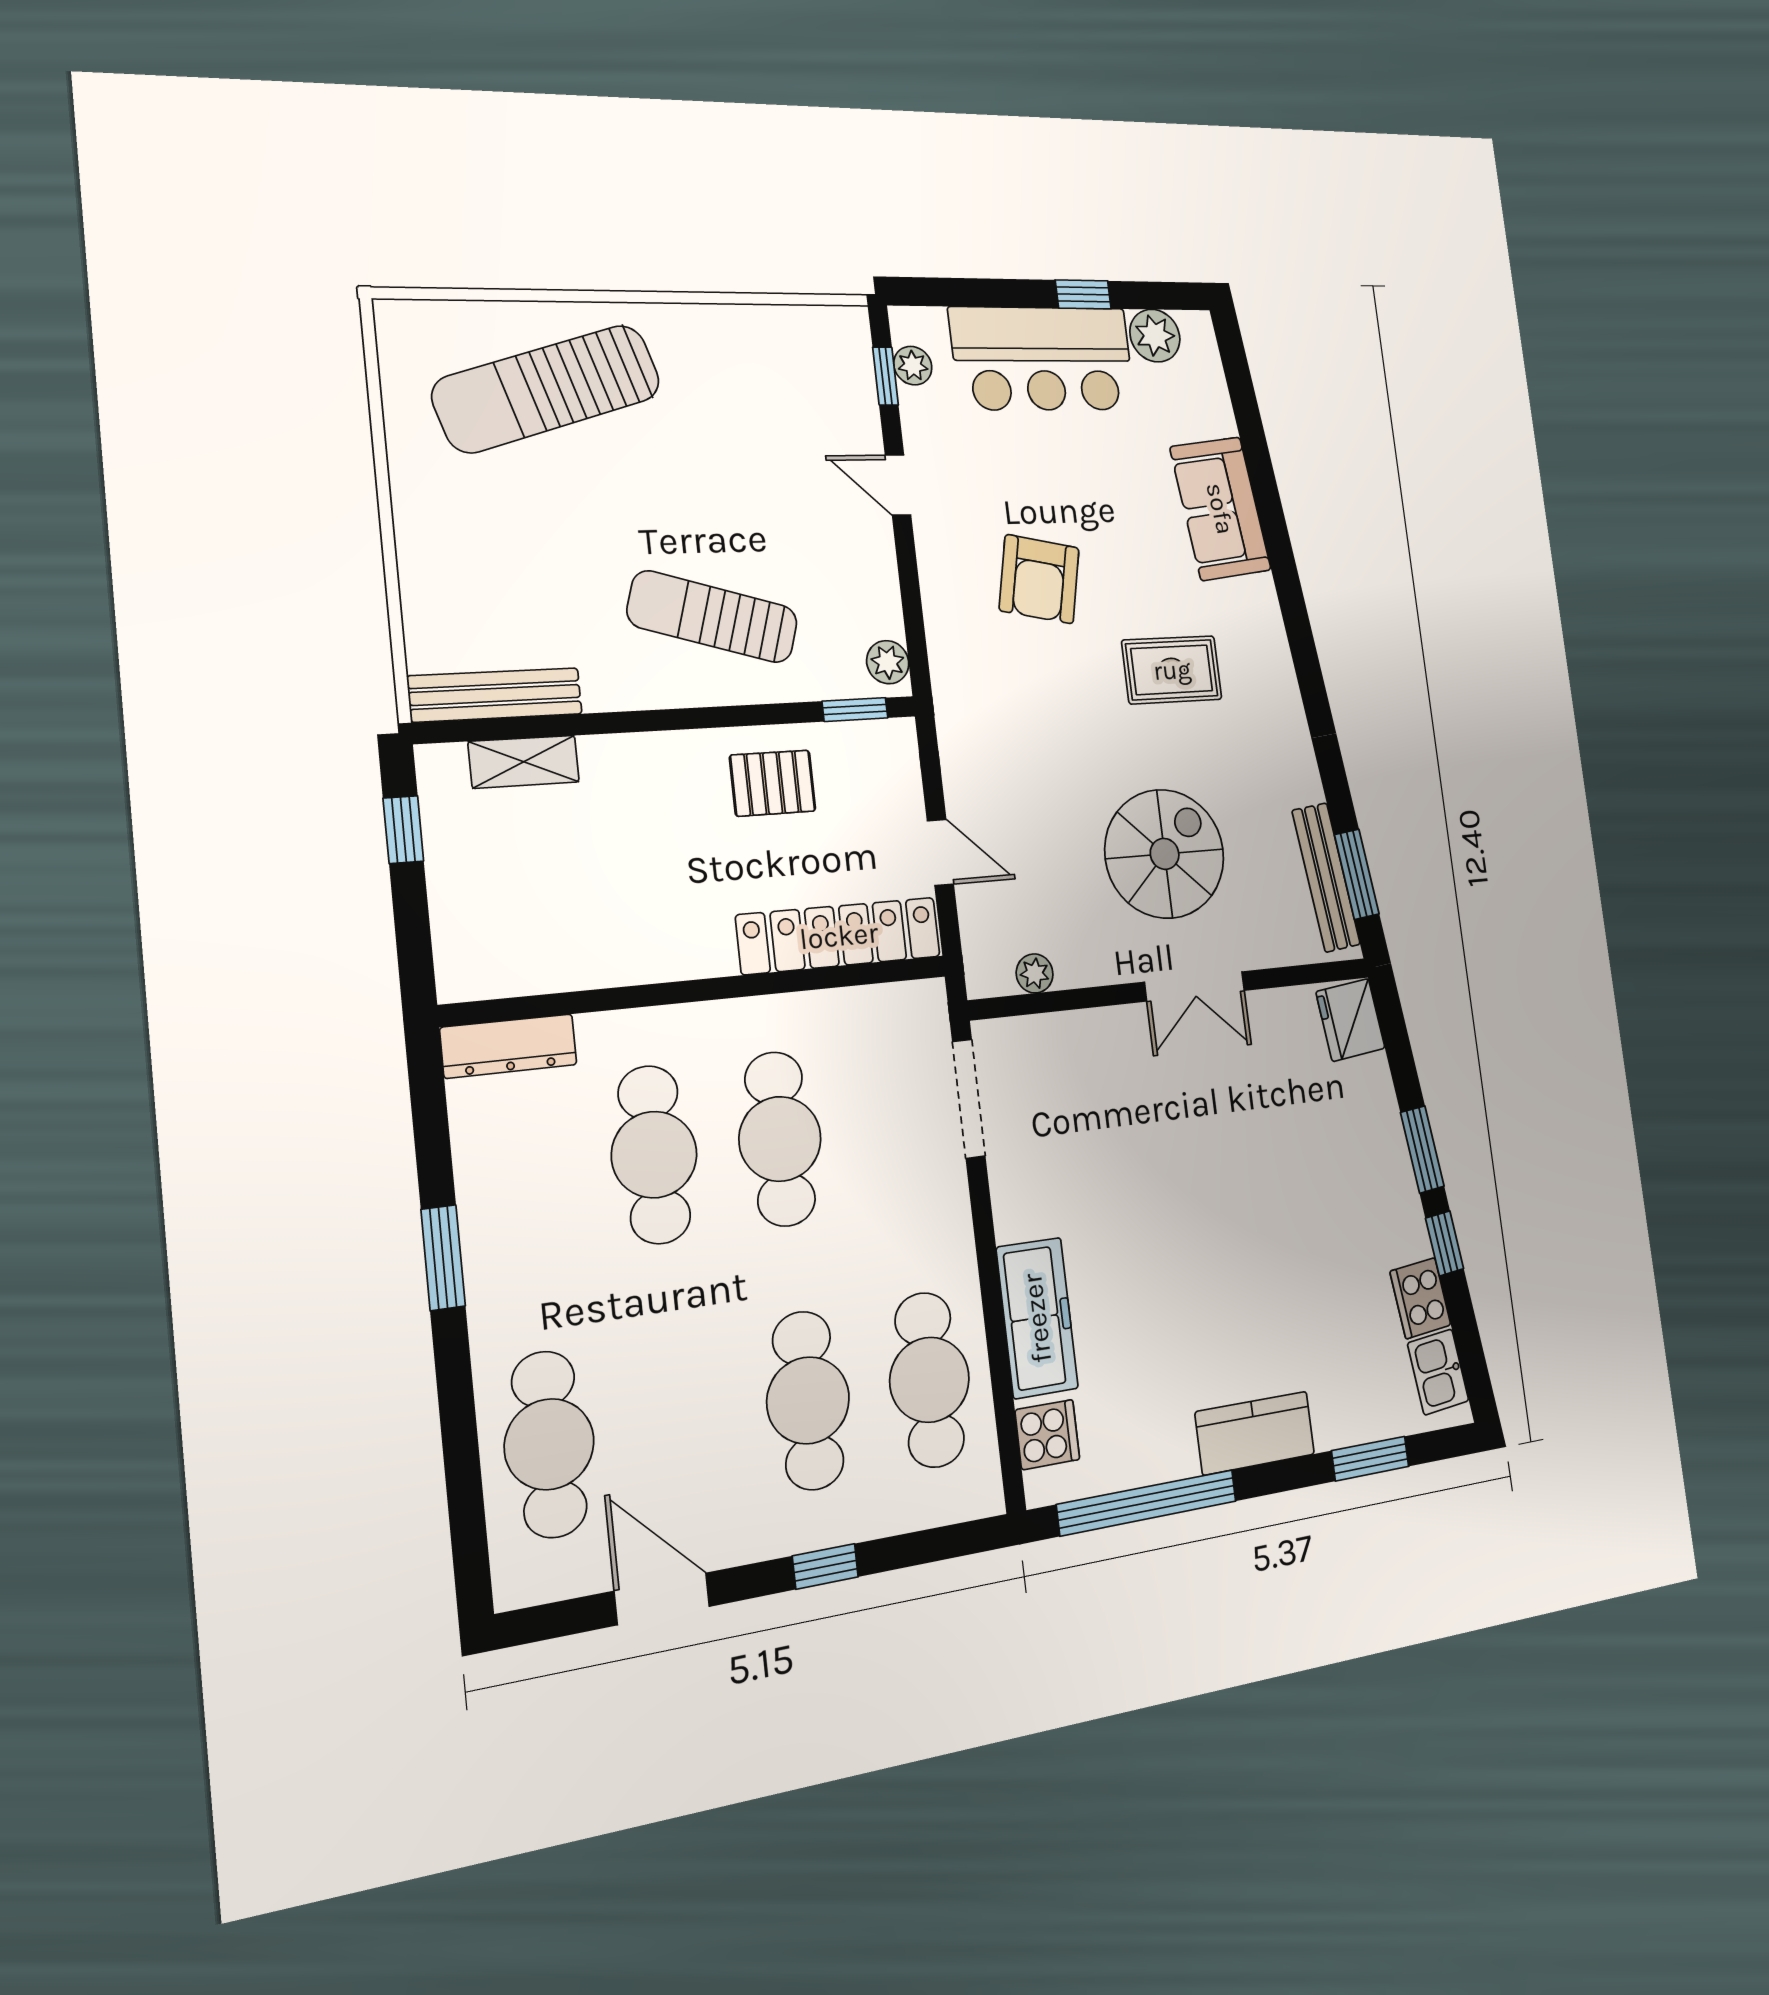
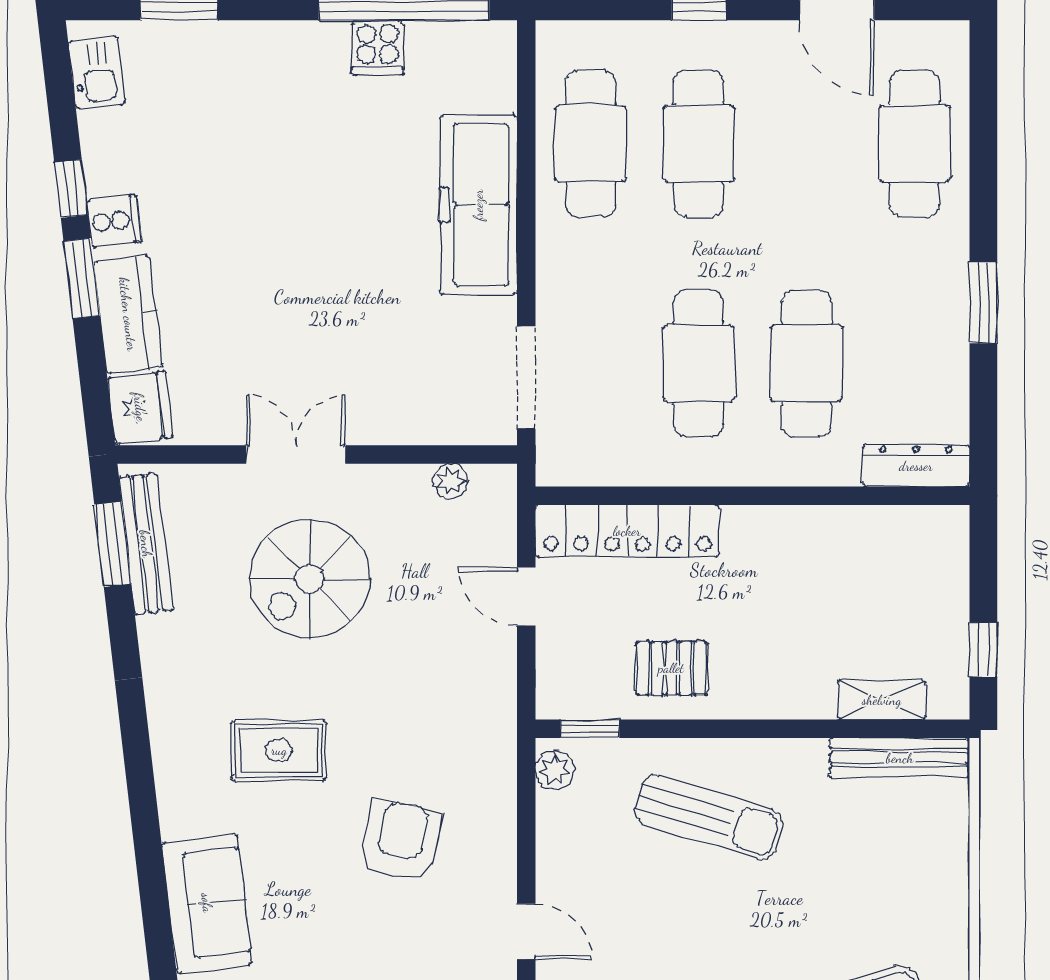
cooker: (1420, 1298) -> (114, 221), moved, width x0.73
freezer: (1037, 1318) -> (478, 205), width x1.36, depth x1.26
kitchen counter: (1255, 1433) -> (128, 314), moved, turned -97
cooker: (1047, 1435) -> (378, 47), moved, turned -90

